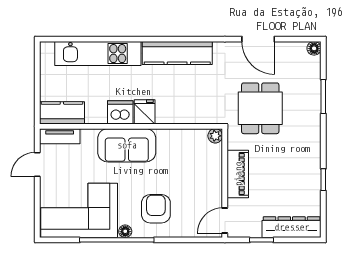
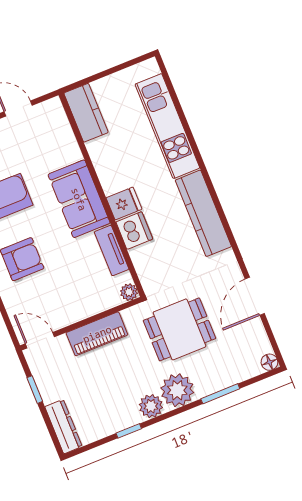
dishwasher: (120, 112) -> (134, 231), moved
plant: (307, 129) -> (177, 390), added
tv unit: (60, 136) -> (112, 251), moved
plant: (311, 155) -> (151, 406), added
dresser: (292, 227) -> (63, 427), width x0.73, depth x0.80

